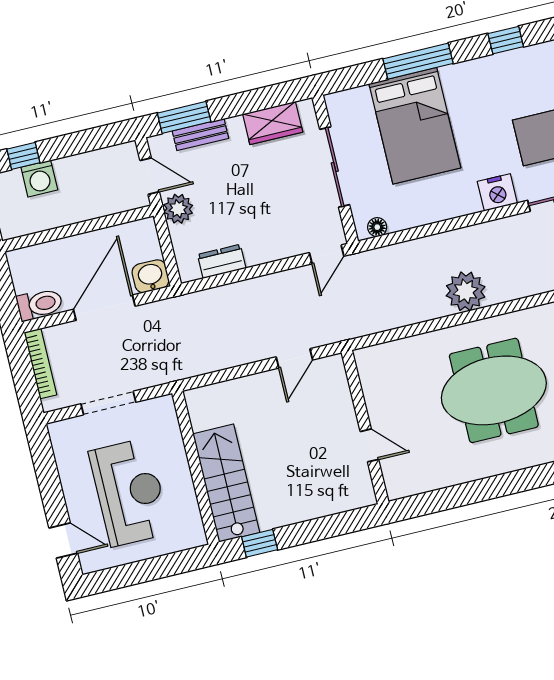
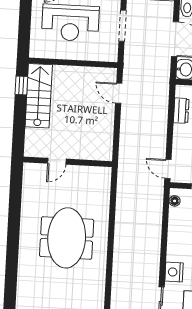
plant: (466, 291) -> (125, 239), removed
door: (294, 358) -> (119, 93), moved
stairs: (226, 483) -> (39, 96), moved, turned -90

